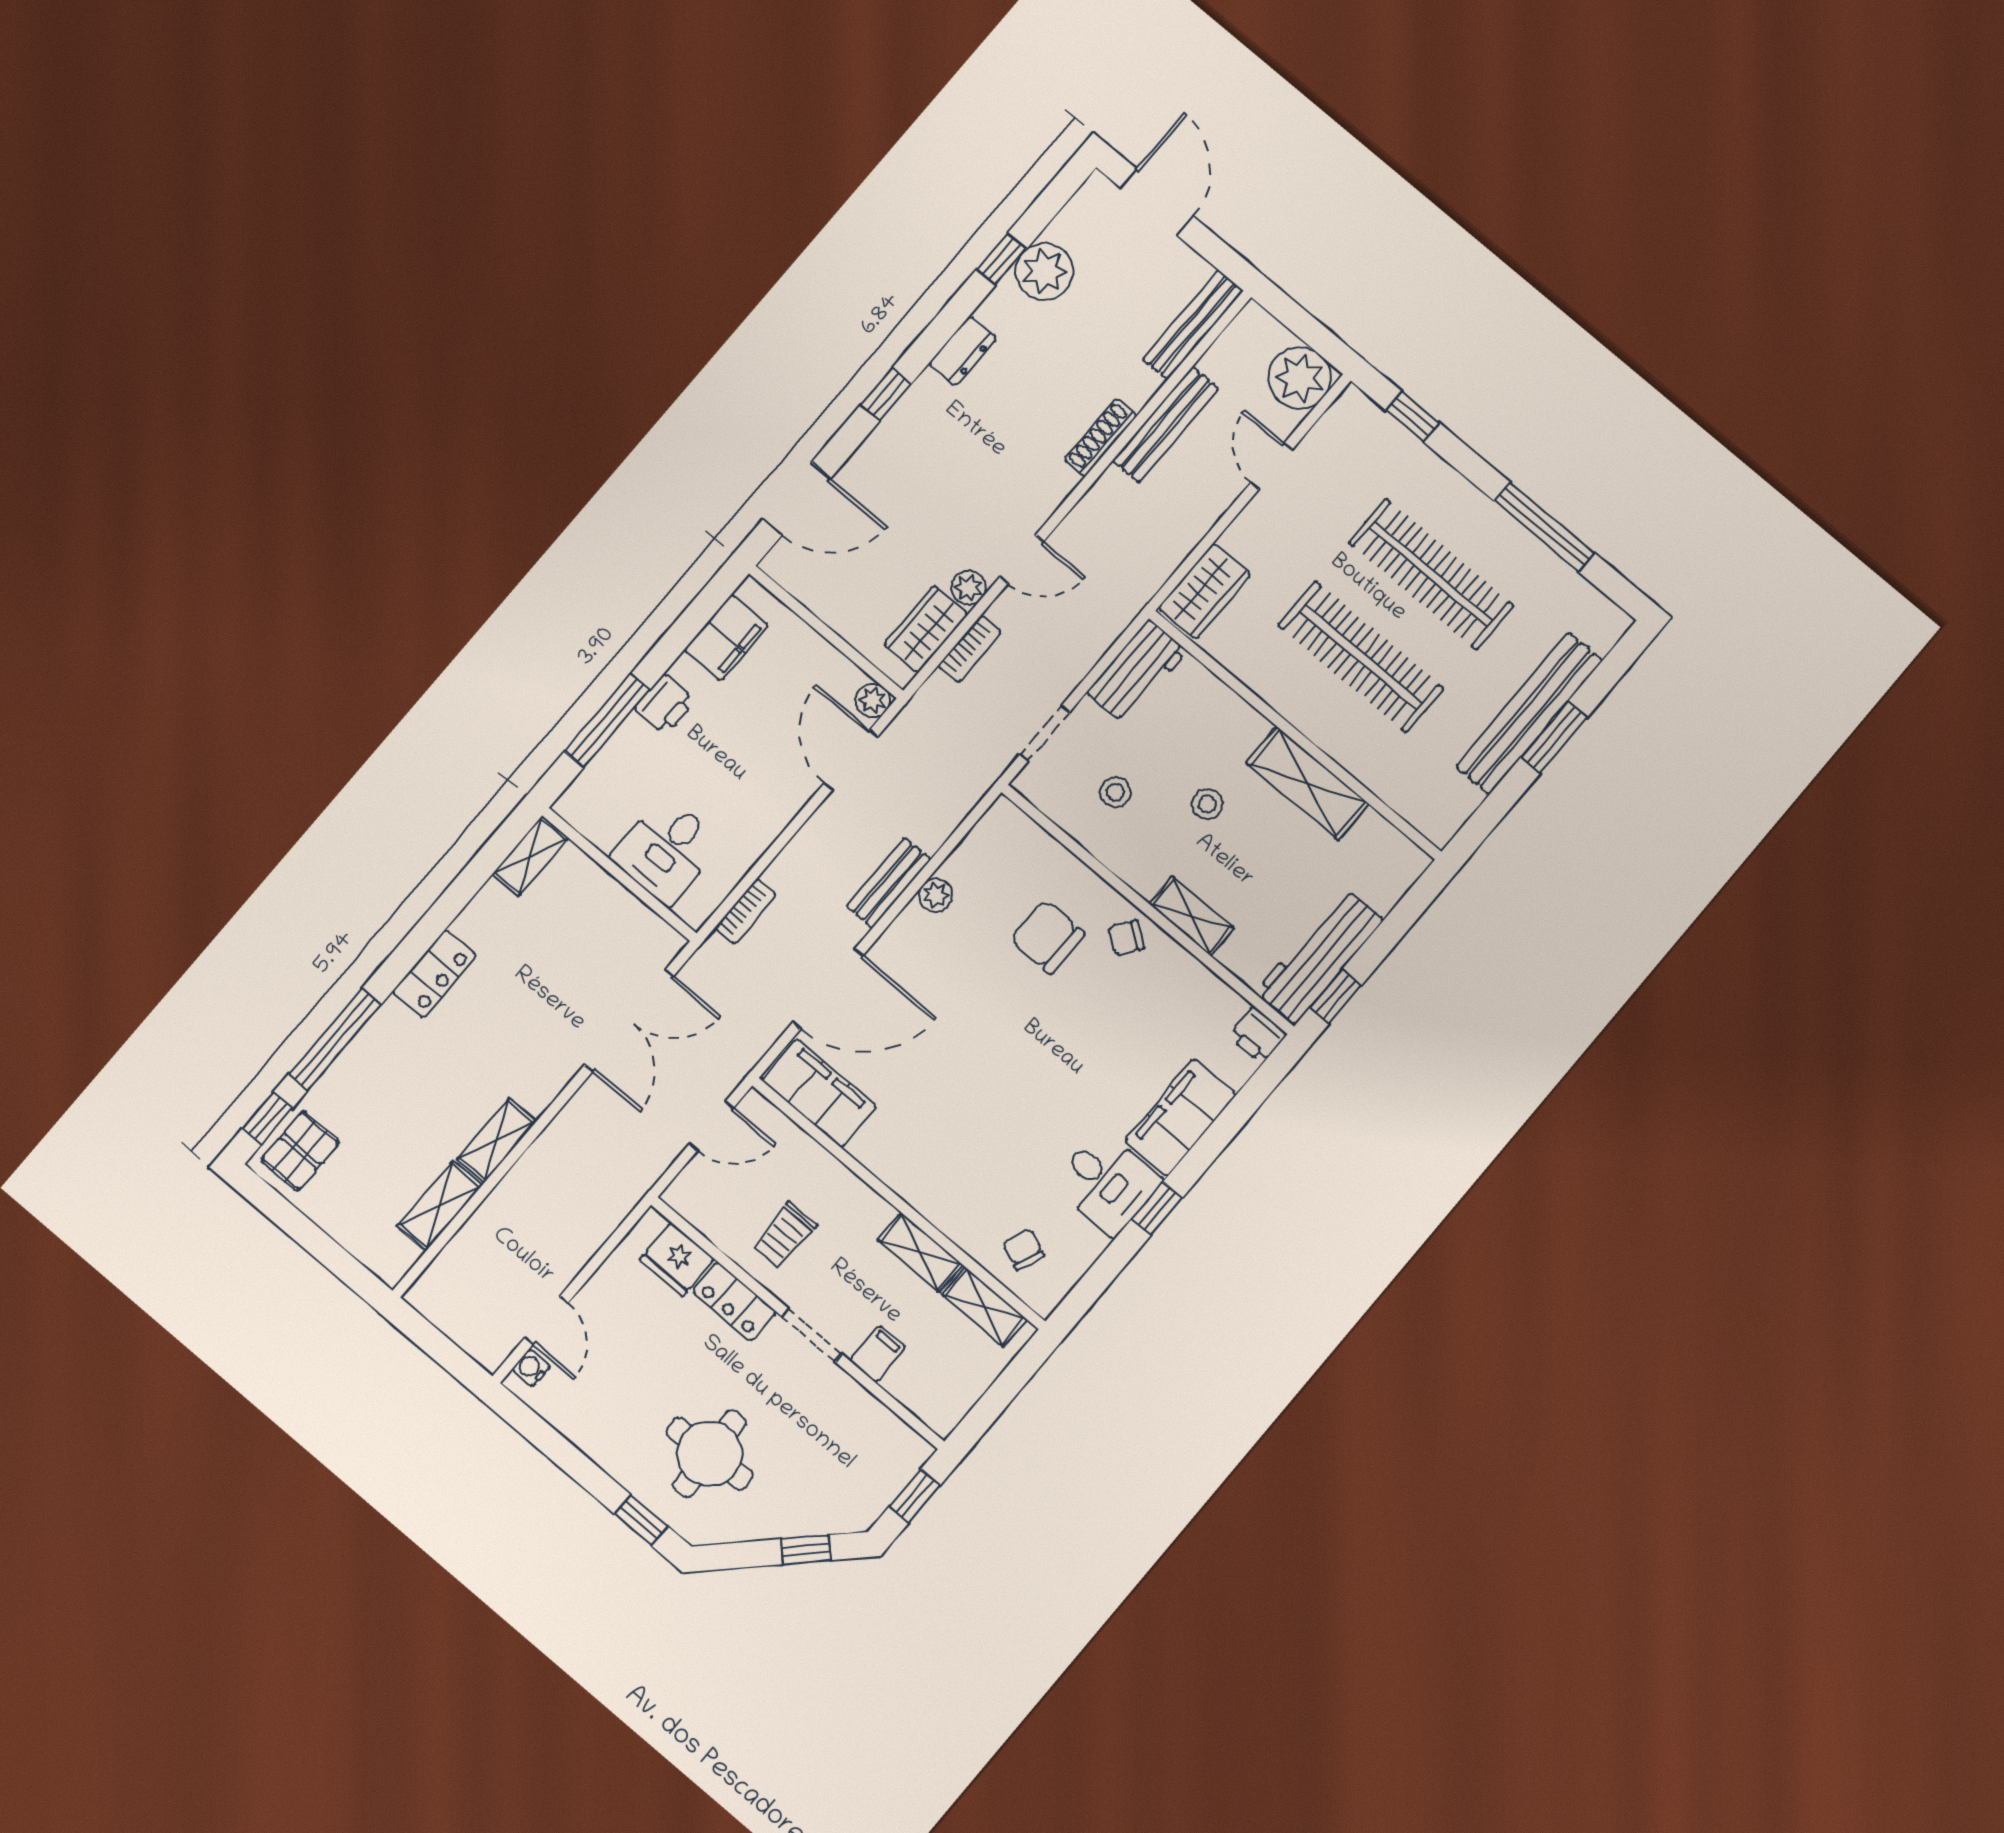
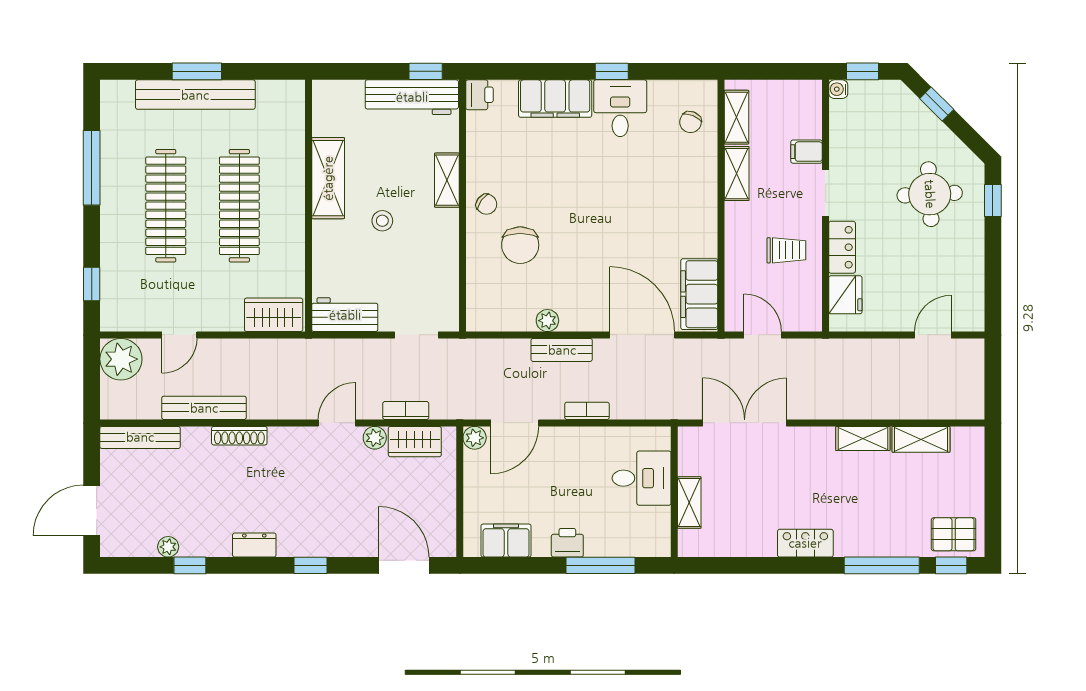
plant: (1045, 271) -> (168, 547), width x0.53, depth x0.53
door: (1022, 559) -> (337, 423), hinge flipped
stool: (1116, 792) -> (416, 273), removed
shelving: (530, 856) -> (689, 502), moved, turned 90
bookcase: (746, 911) -> (587, 411), moved
water cooler: (531, 1368) -> (838, 89), moved, turned 90

